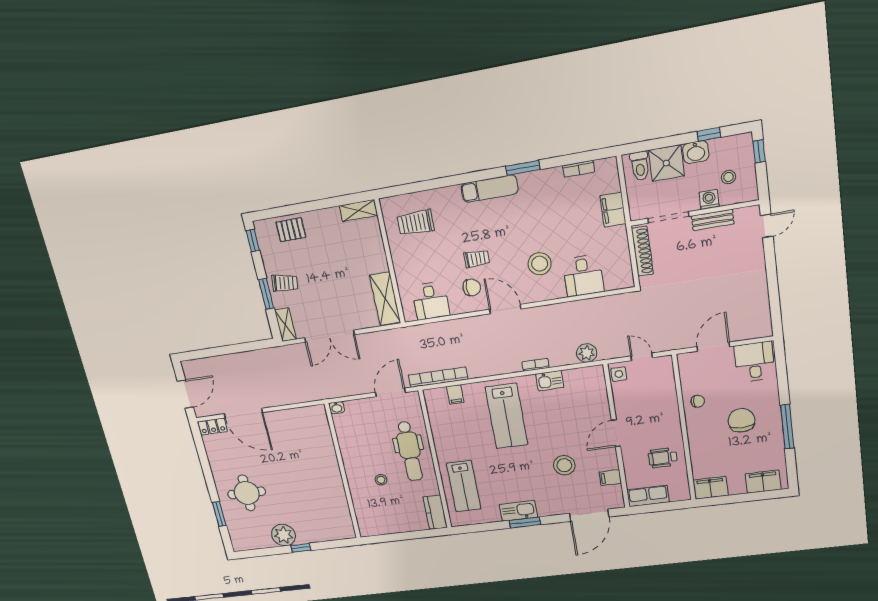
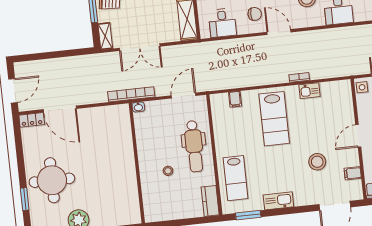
plant: (587, 353) -> (338, 70), removed
bookcase: (438, 377) -> (131, 94), moved
round table: (247, 493) -> (52, 180), width x1.36, depth x1.36
window: (525, 522) -> (248, 215), moved

